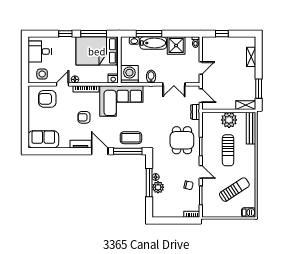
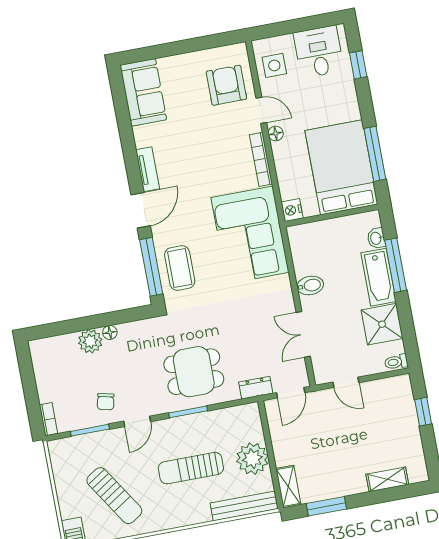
window: (65, 34) -> (358, 65), moved
washing machine: (129, 74) -> (307, 241), removed
armchair: (84, 117) -> (203, 166), removed
window: (149, 183) -> (96, 321), removed

